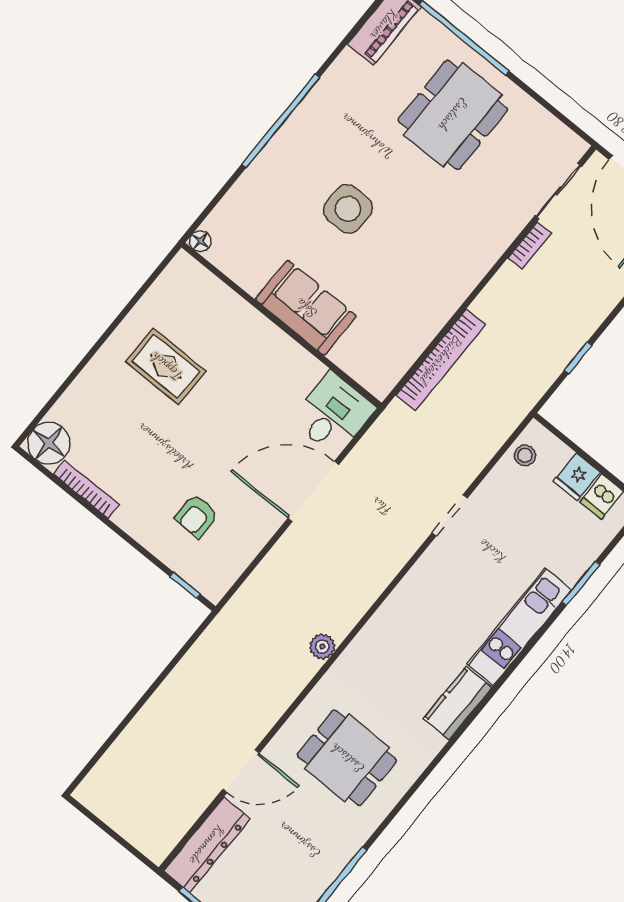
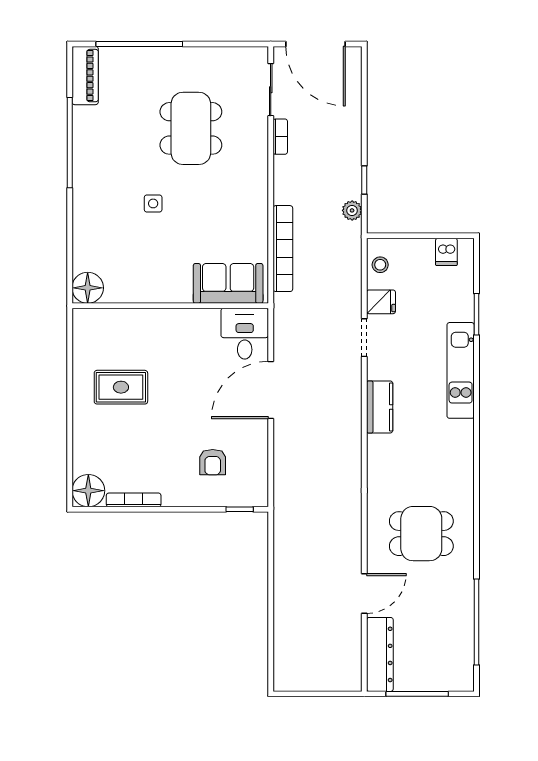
dining table: (453, 115) -> (191, 128), moved
window: (281, 121) -> (70, 143), moved
side table: (348, 209) -> (153, 203), width x0.54, depth x0.54
floor lamp: (200, 241) -> (88, 288), width x1.89, depth x1.89
sofa: (306, 308) -> (228, 283), moved
fridge: (577, 477) -> (381, 302), moved, turned -90
plant: (322, 646) -> (352, 210), moved
kitchen counter: (458, 703) -> (380, 407), moved, turned 180

